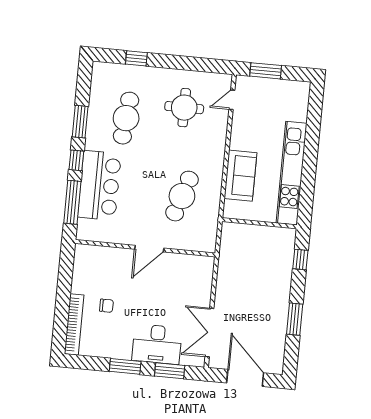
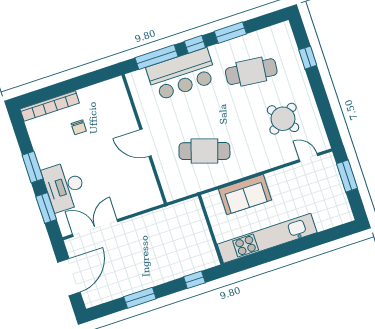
round table: (184, 108) -> (283, 119), turned -34

